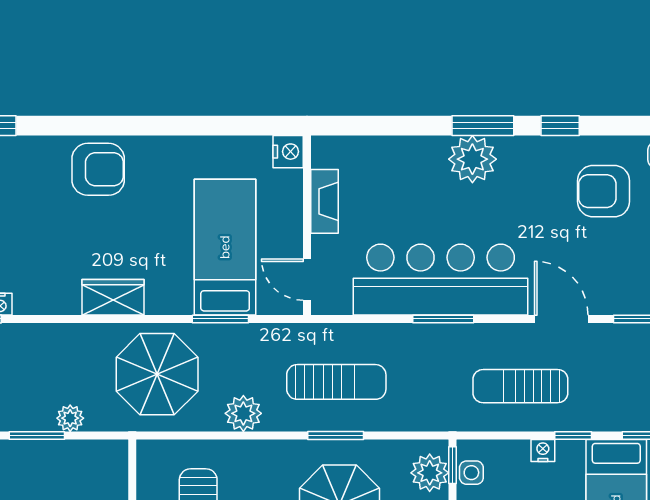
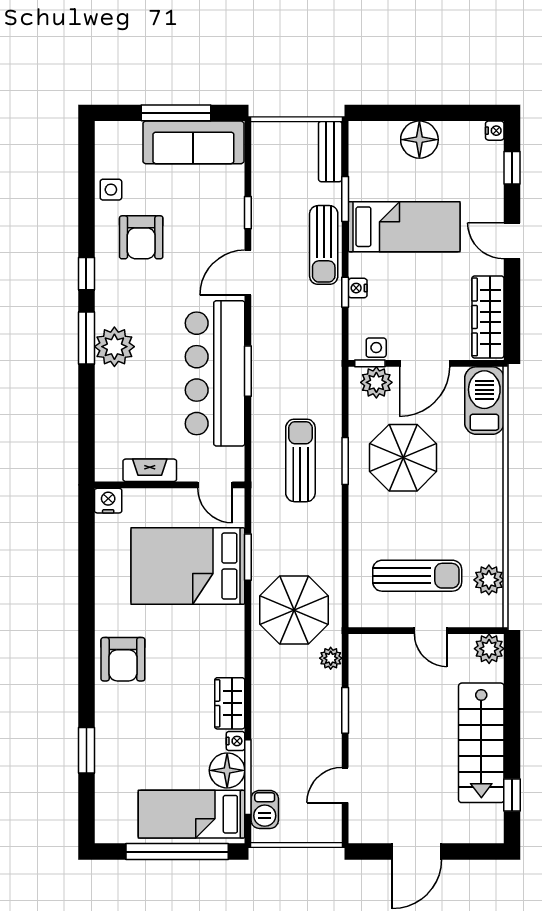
armchair: (98, 169) -> (123, 659), turned 180
bed: (225, 247) -> (188, 566), width x1.50
door: (307, 280) -> (215, 485), hinge flipped
wardrobe: (113, 297) -> (230, 703), moved
sun lounger: (520, 386) -> (324, 245), moved
plant: (243, 413) -> (327, 538), removed
plant: (70, 418) -> (331, 658), moved
window: (573, 435) -> (345, 292), moved

